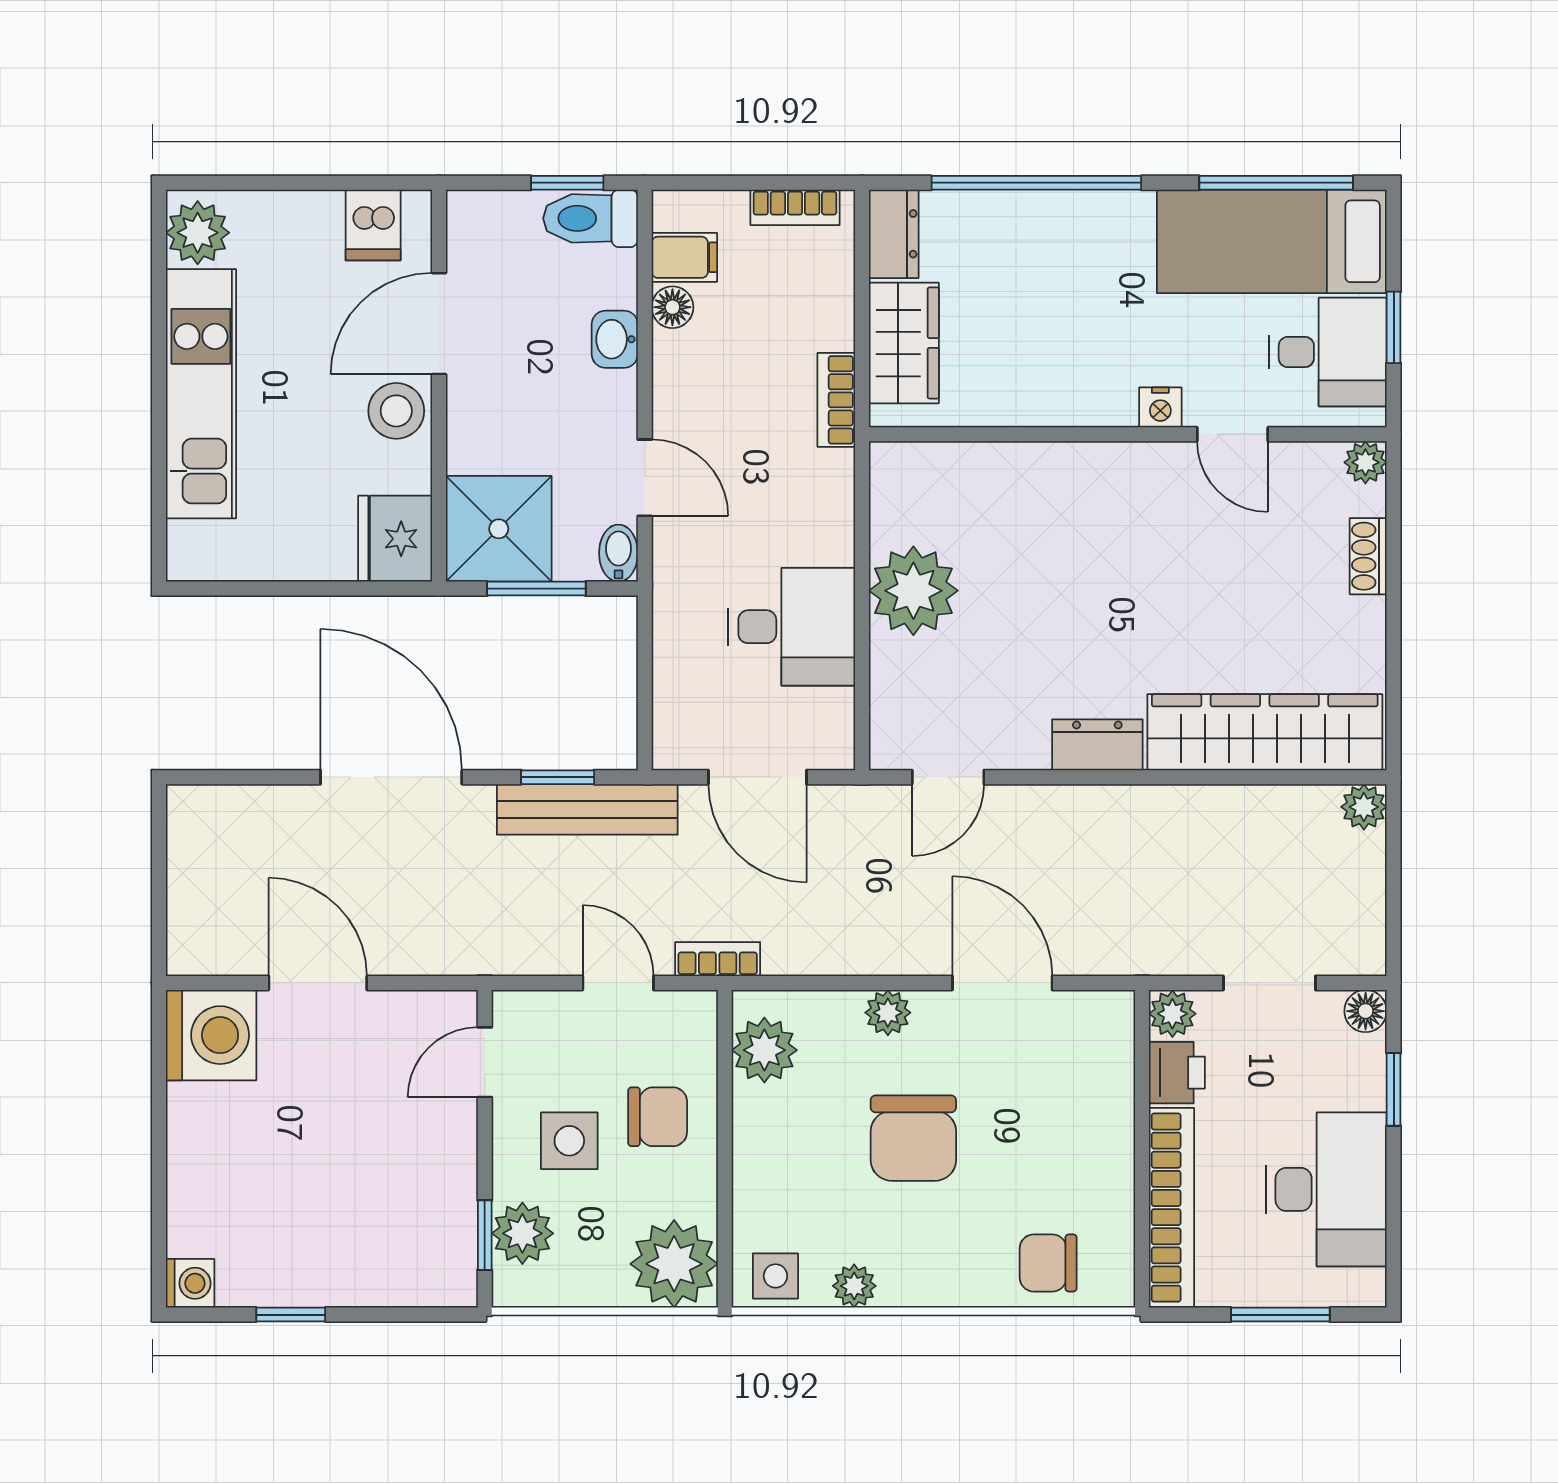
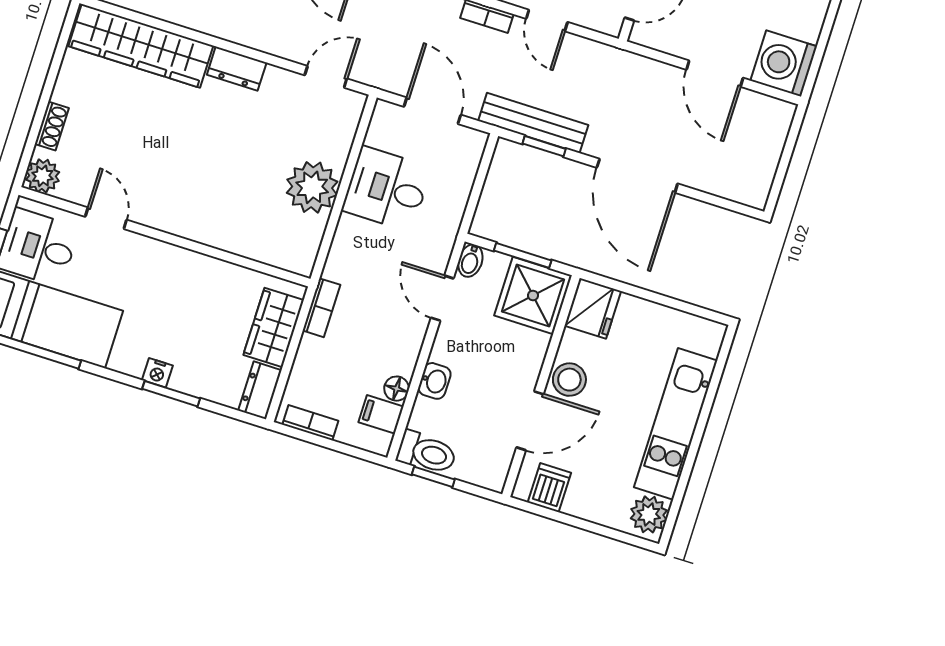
window: (1036, 183) -> (171, 394), width x0.47
nightstand: (1160, 407) -> (157, 373), moved, turned 180
plant: (1365, 462) -> (43, 176), width x1.38, depth x1.38

